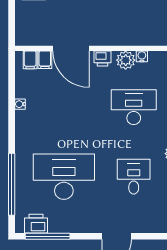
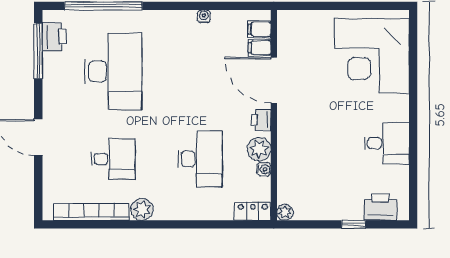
door: (71, 48) -> (274, 80), hinge flipped

